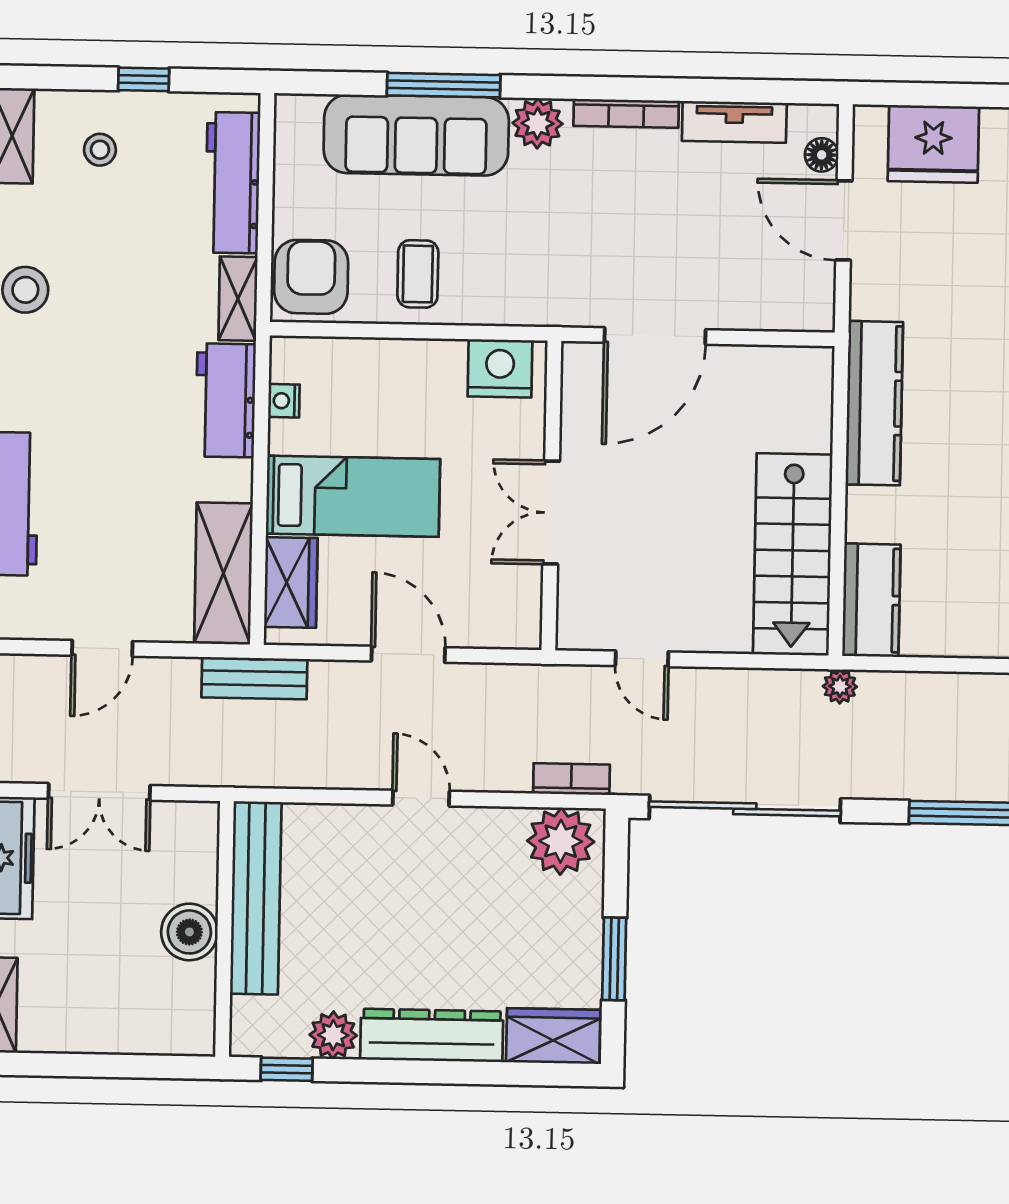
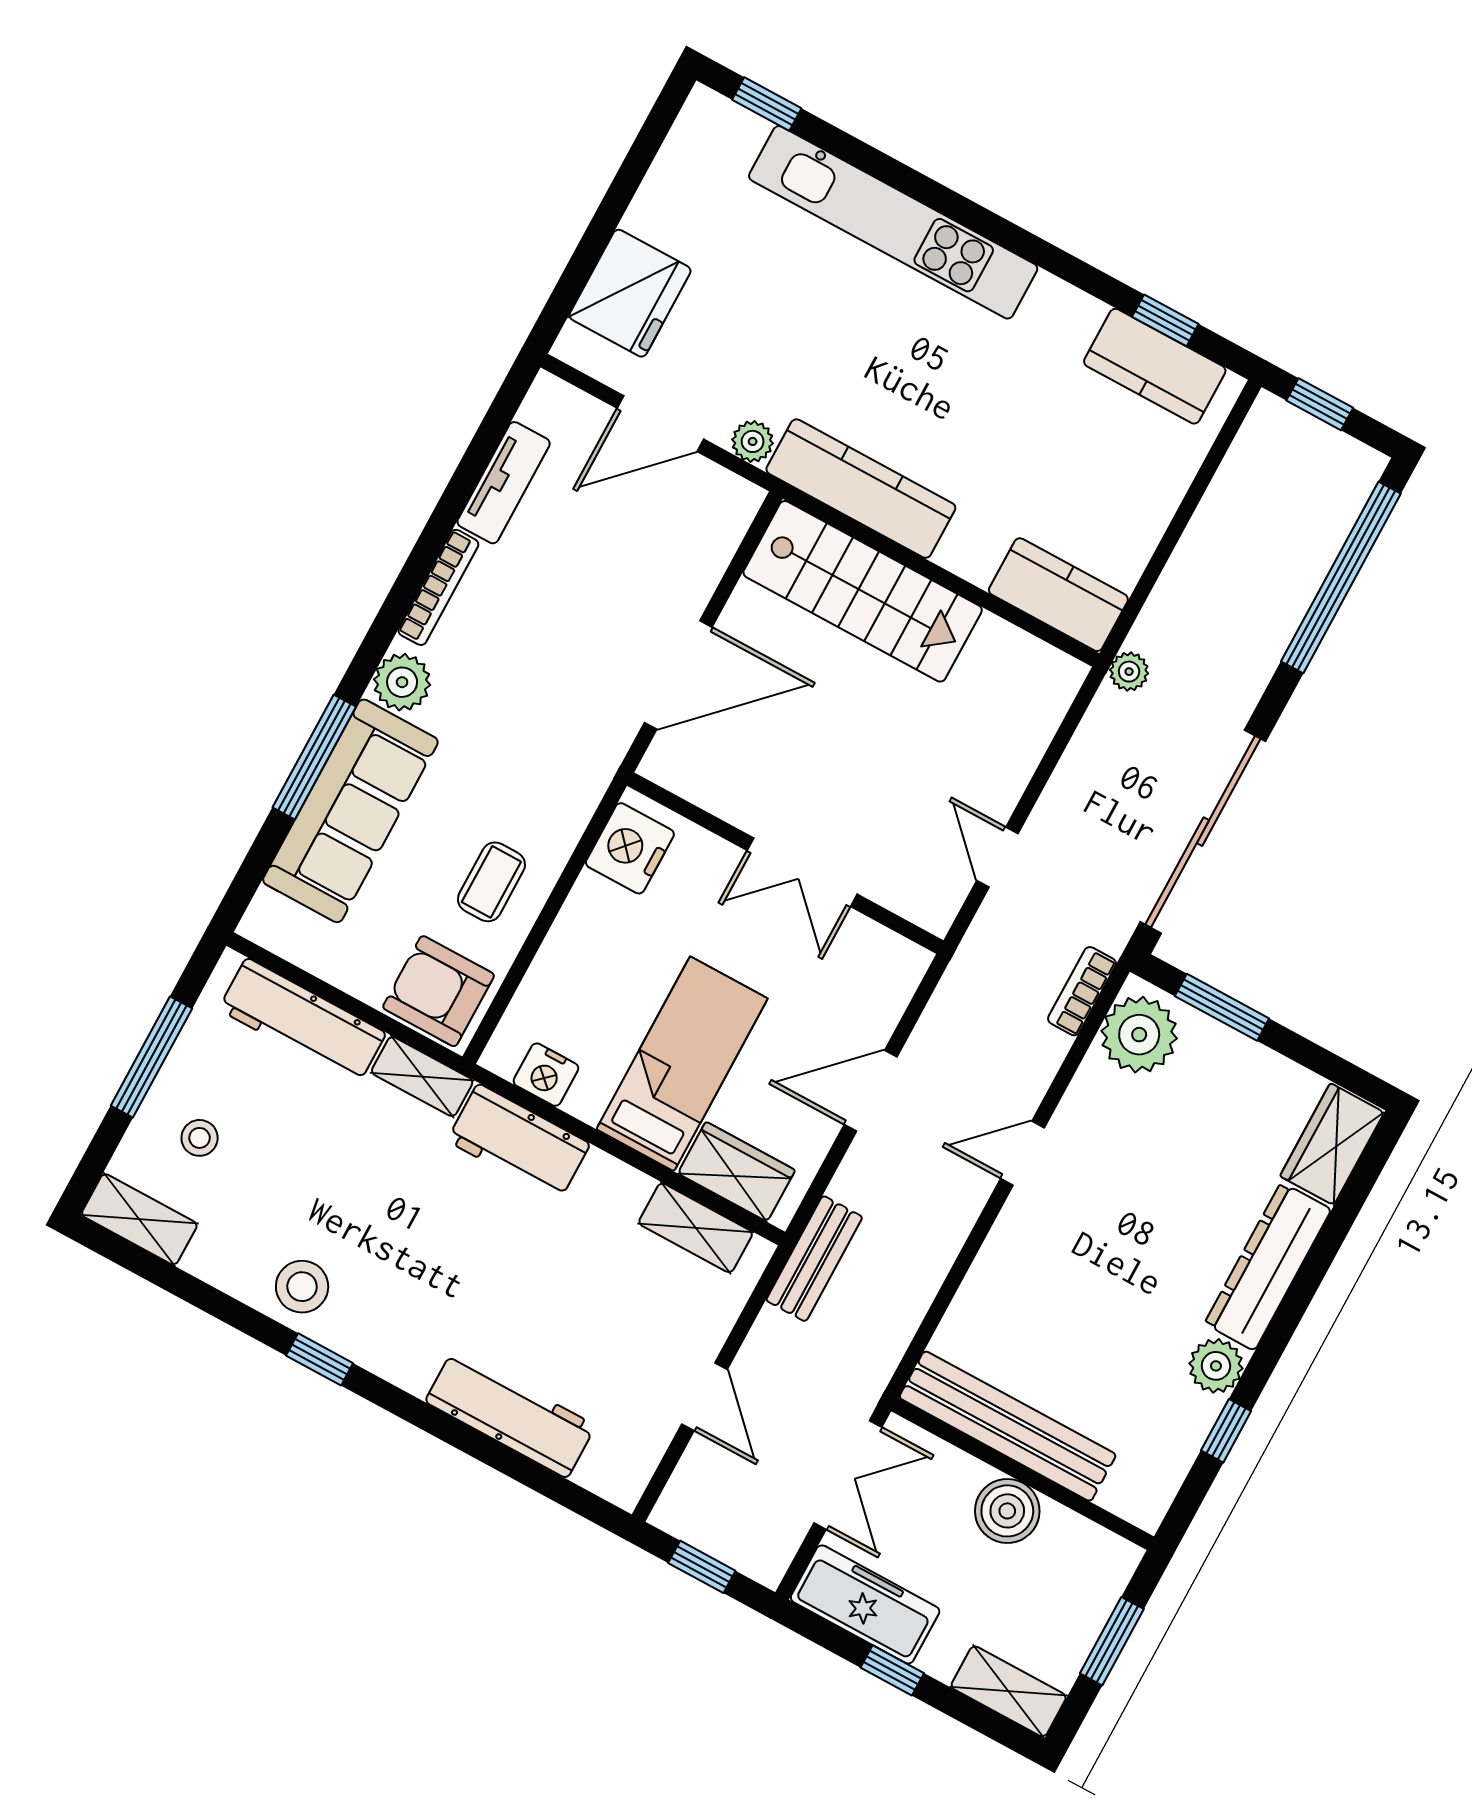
window: (144, 79) -> (151, 1057), width x2.17
floor lamp: (822, 155) -> (583, 412), removed
coffee table: (418, 274) -> (491, 882), turned 90
plant: (867, 300) -> (753, 441), added
door: (655, 336) -> (678, 675), hinge flipped
nightstand: (284, 401) -> (546, 1075), width x1.39, depth x1.35
stairs: (793, 554) -> (863, 591), moved
shelving: (223, 573) -> (696, 1228), width x0.67, depth x0.75
door: (642, 659) -> (997, 857), swing flipped
bench: (256, 898) -> (1008, 1426), moved
wall: (224, 929) -> (1023, 1474), moved
boiler: (189, 932) -> (1007, 1511), moved
window: (614, 959) -> (1222, 1007), moved
window: (76, 1065) -> (1112, 1641), added

